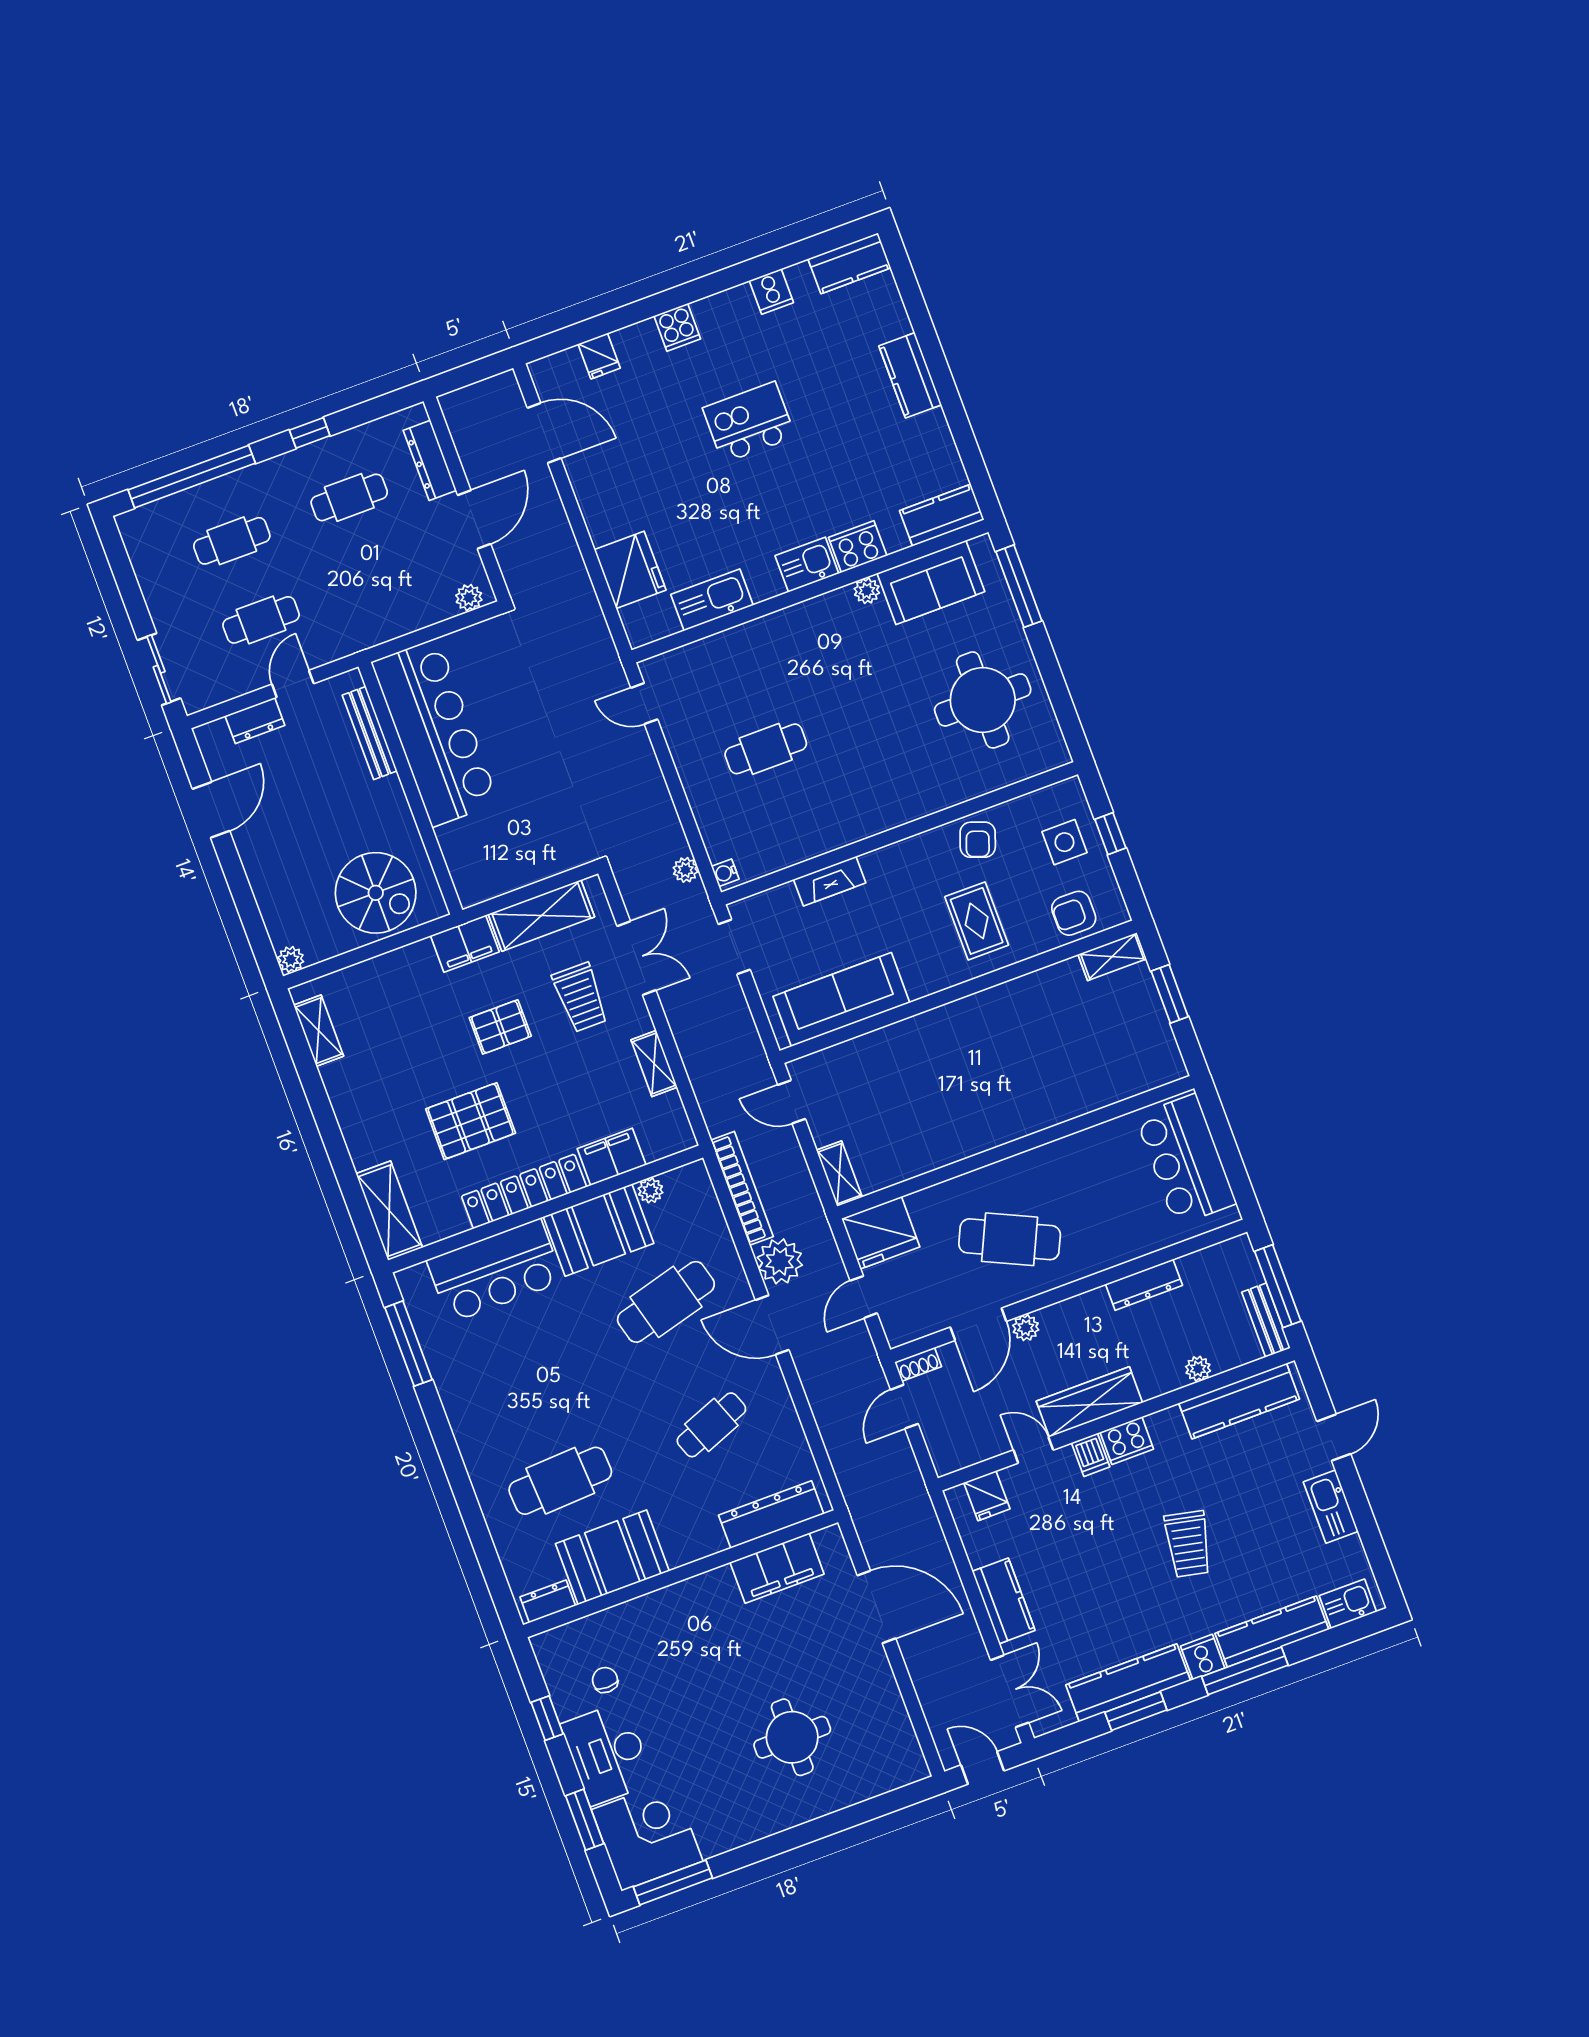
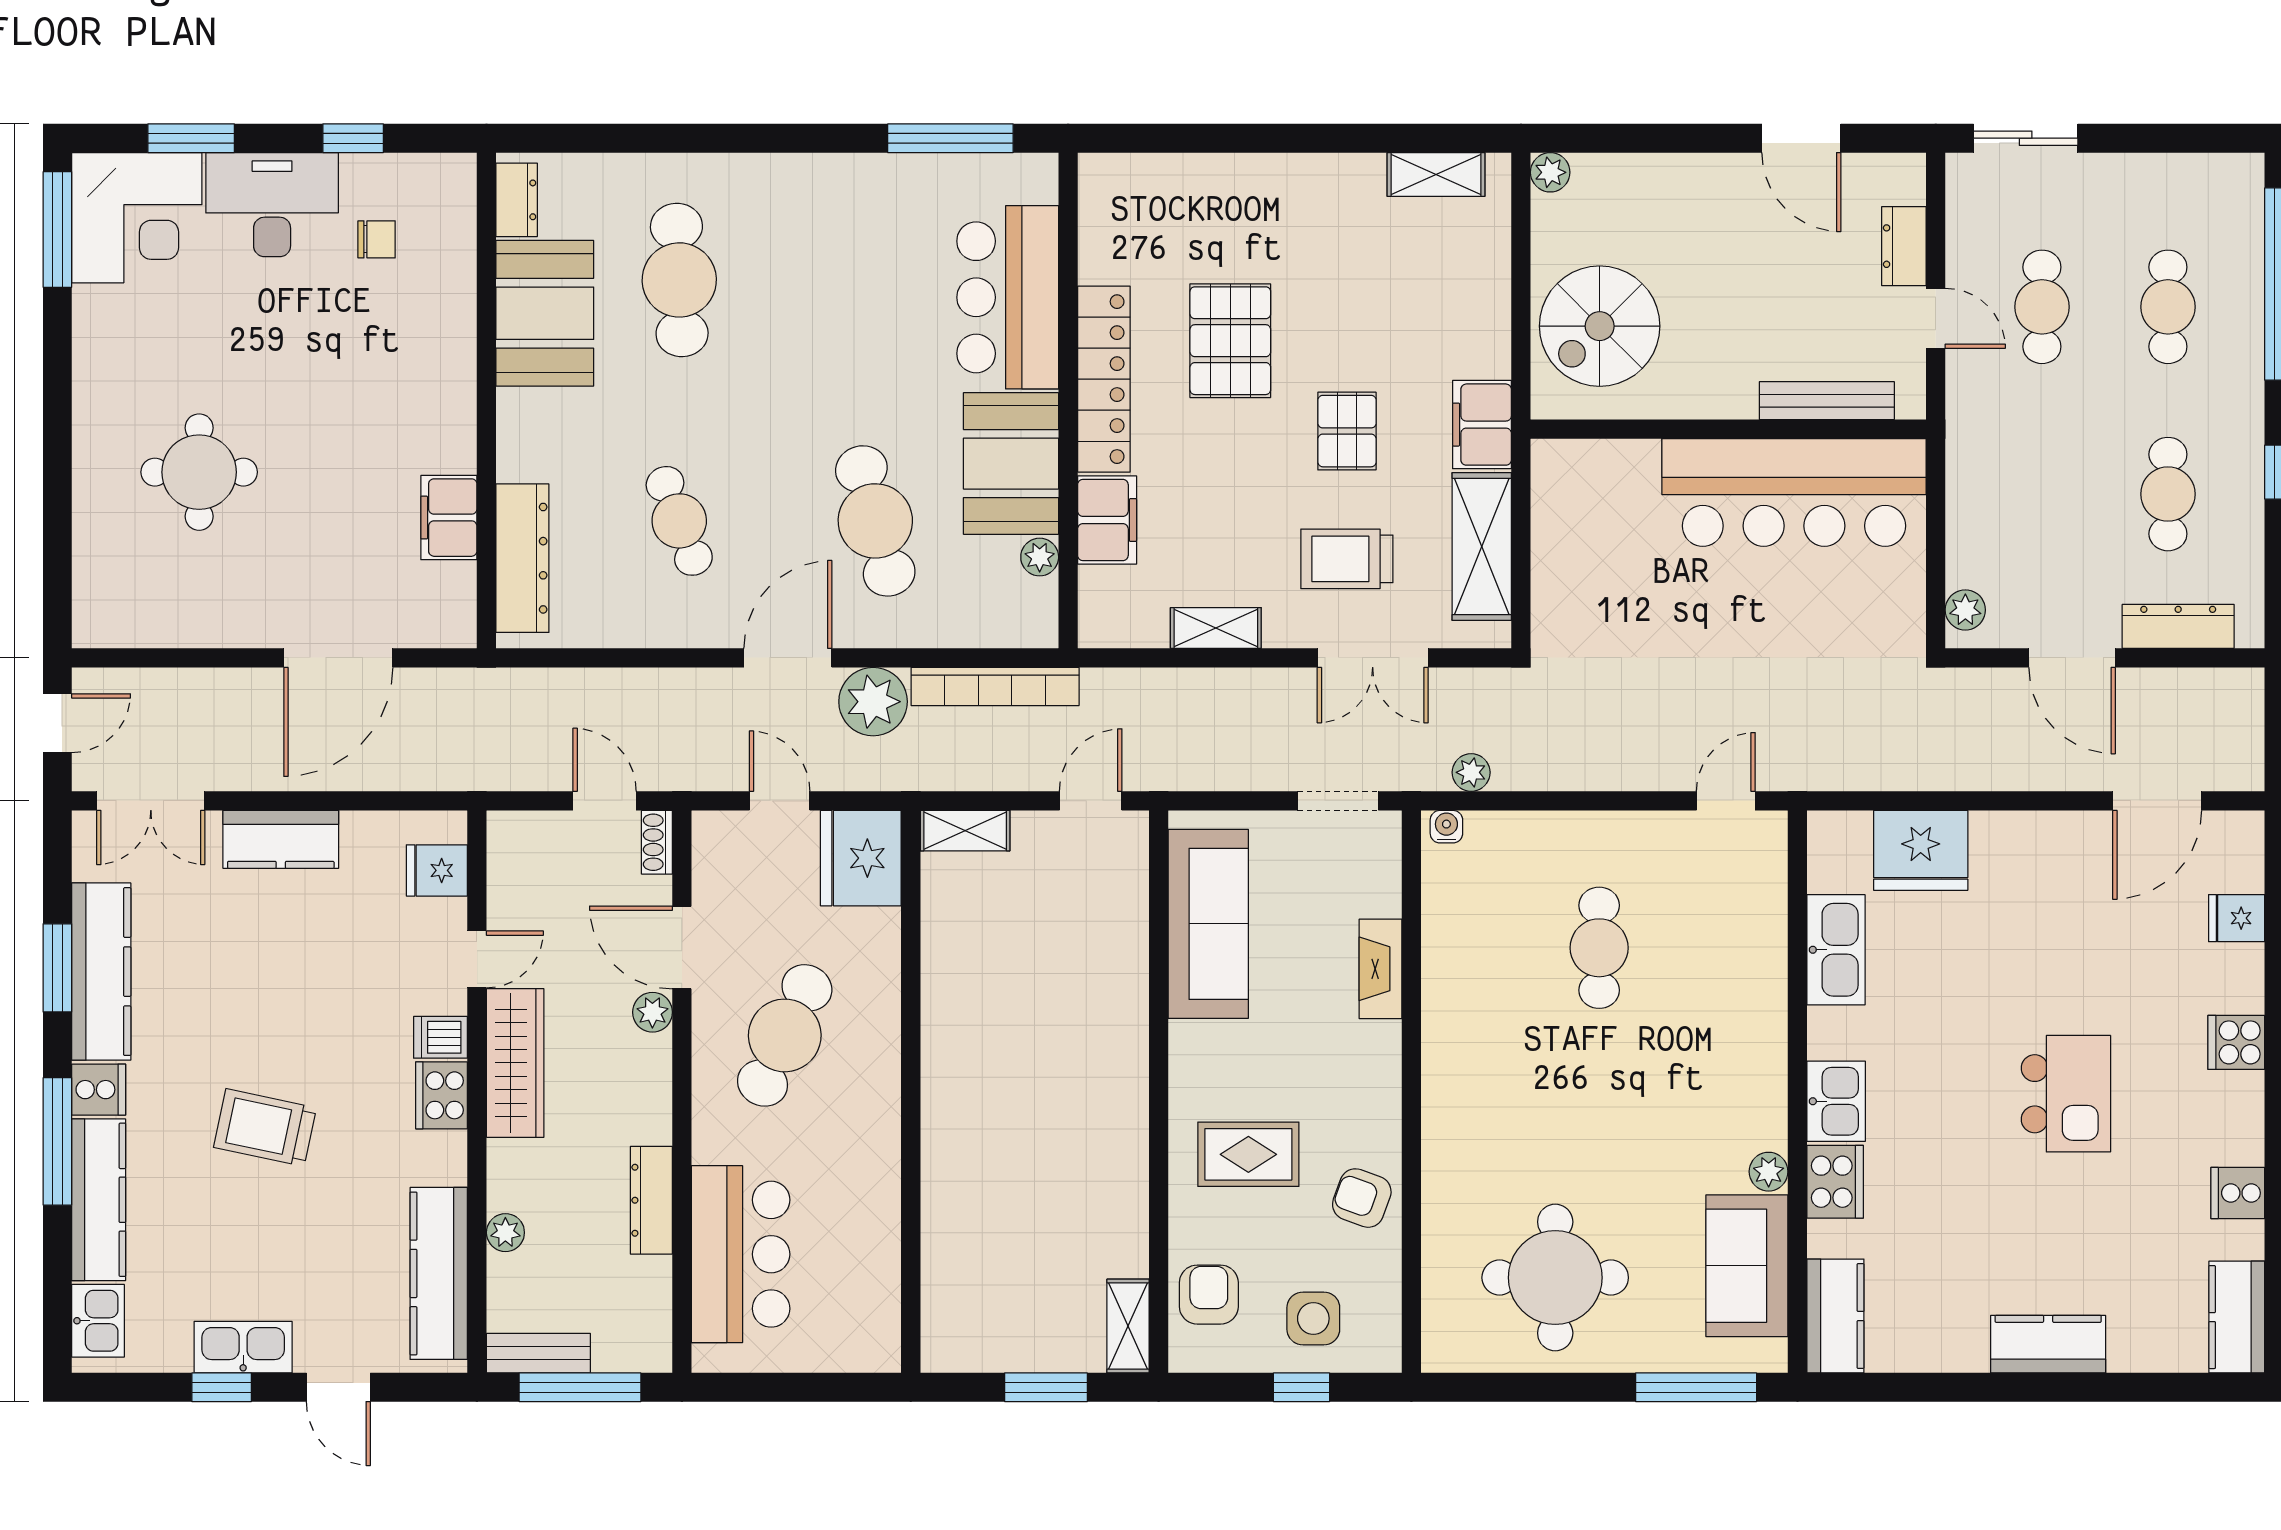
bar counter: (1186, 1160) -> (741, 1254), moved, turned 90
shelving: (389, 1211) -> (1147, 180), removed
window: (1361, 1511) -> (222, 1387), added
filing cabinet: (777, 1568) -> (449, 518), width x0.67, depth x0.86

